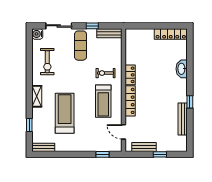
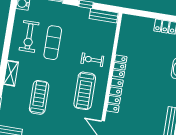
exercise mat: (81, 46) -> (53, 43), moved
treadmill: (65, 113) -> (39, 97), width x0.73, depth x0.73

